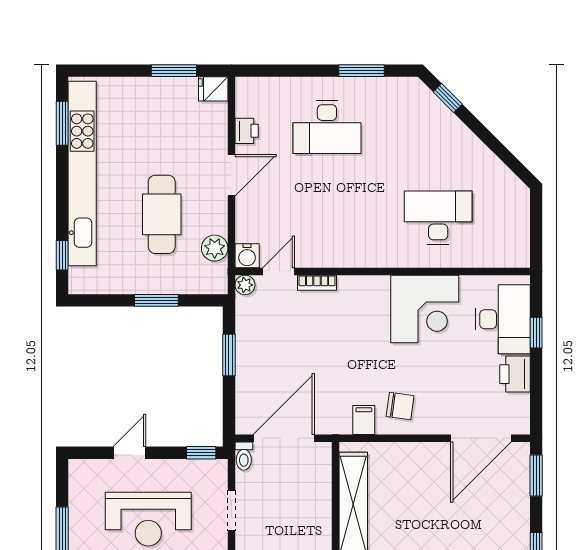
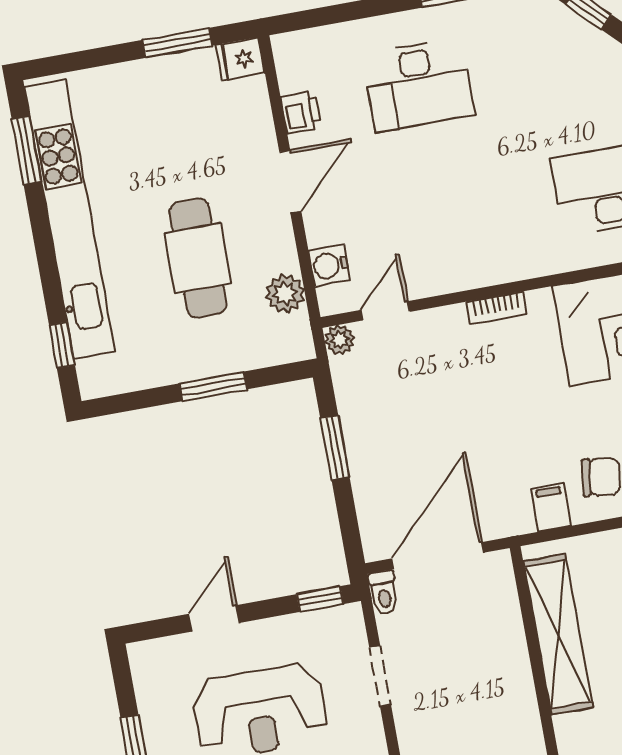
water cooler: (247, 256) -> (329, 265), moved, turned 90
bookcase: (317, 283) -> (497, 308), moved

